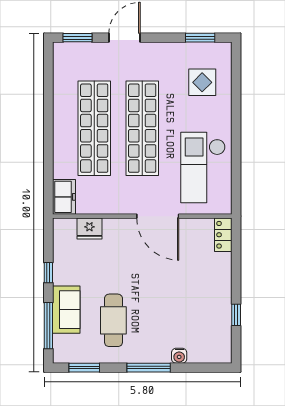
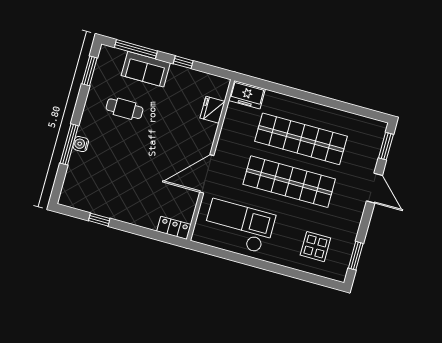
cafe table: (113, 320) -> (125, 109), width x0.73, depth x0.74
water cooler: (179, 356) -> (81, 144), moved
window: (149, 368) -> (69, 144), moved

